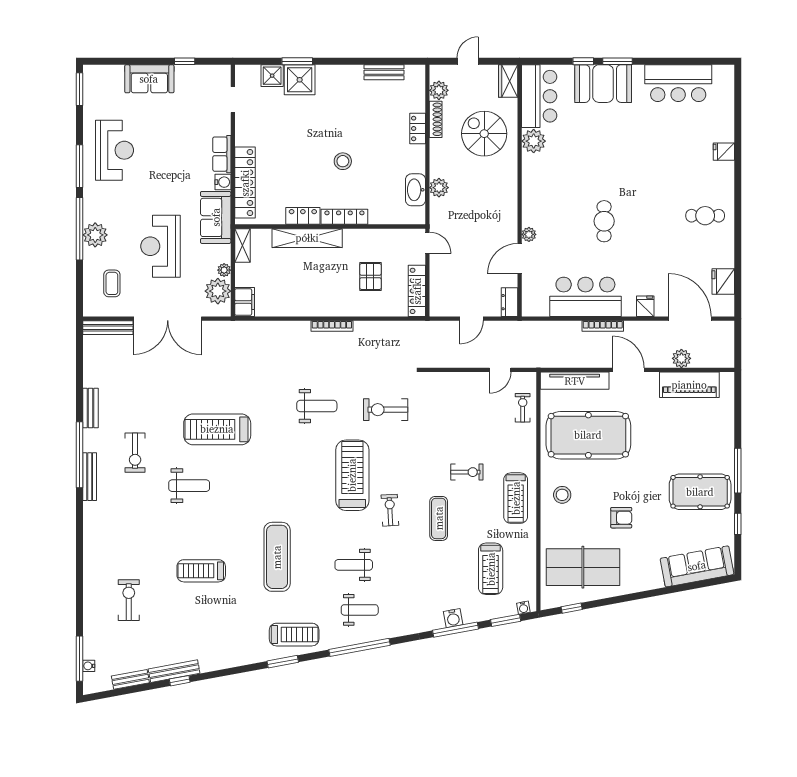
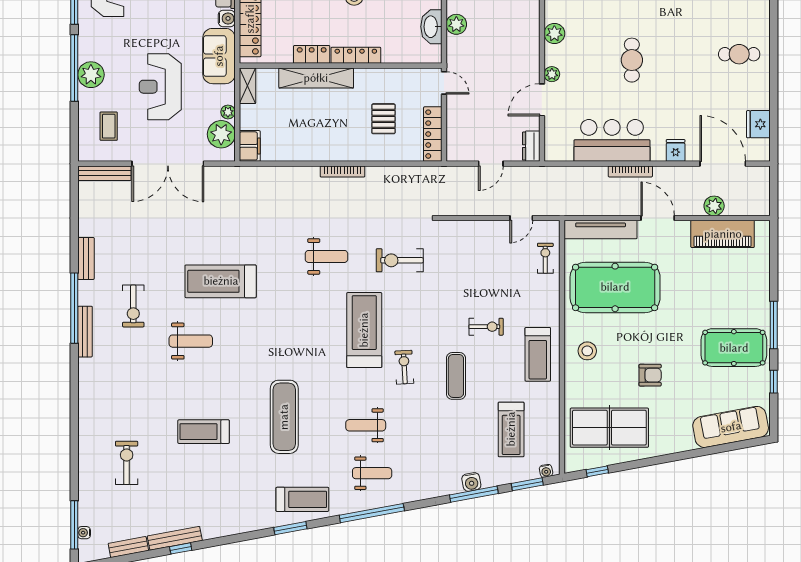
plant: (531, 196) -> (554, 34), added

